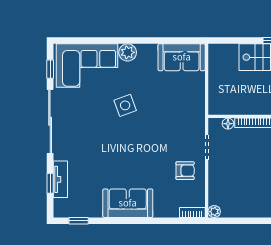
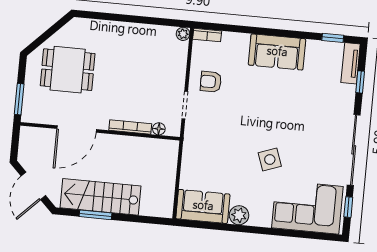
plant: (128, 52) -> (239, 215), moved
tv unit: (60, 179) -> (351, 63), moved

